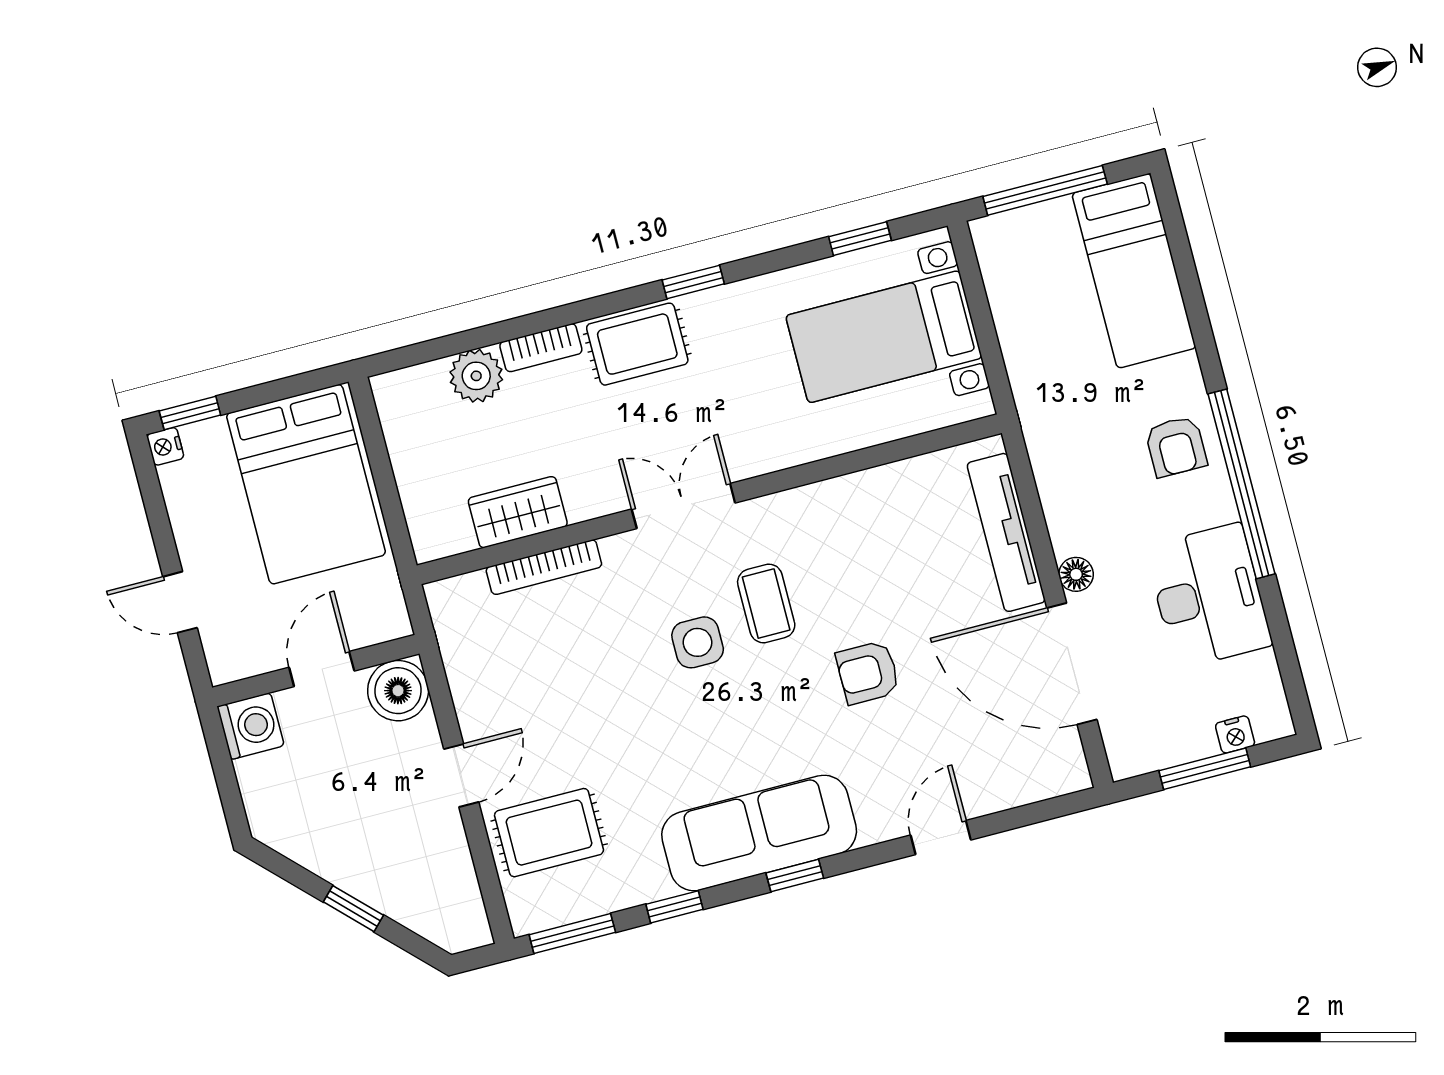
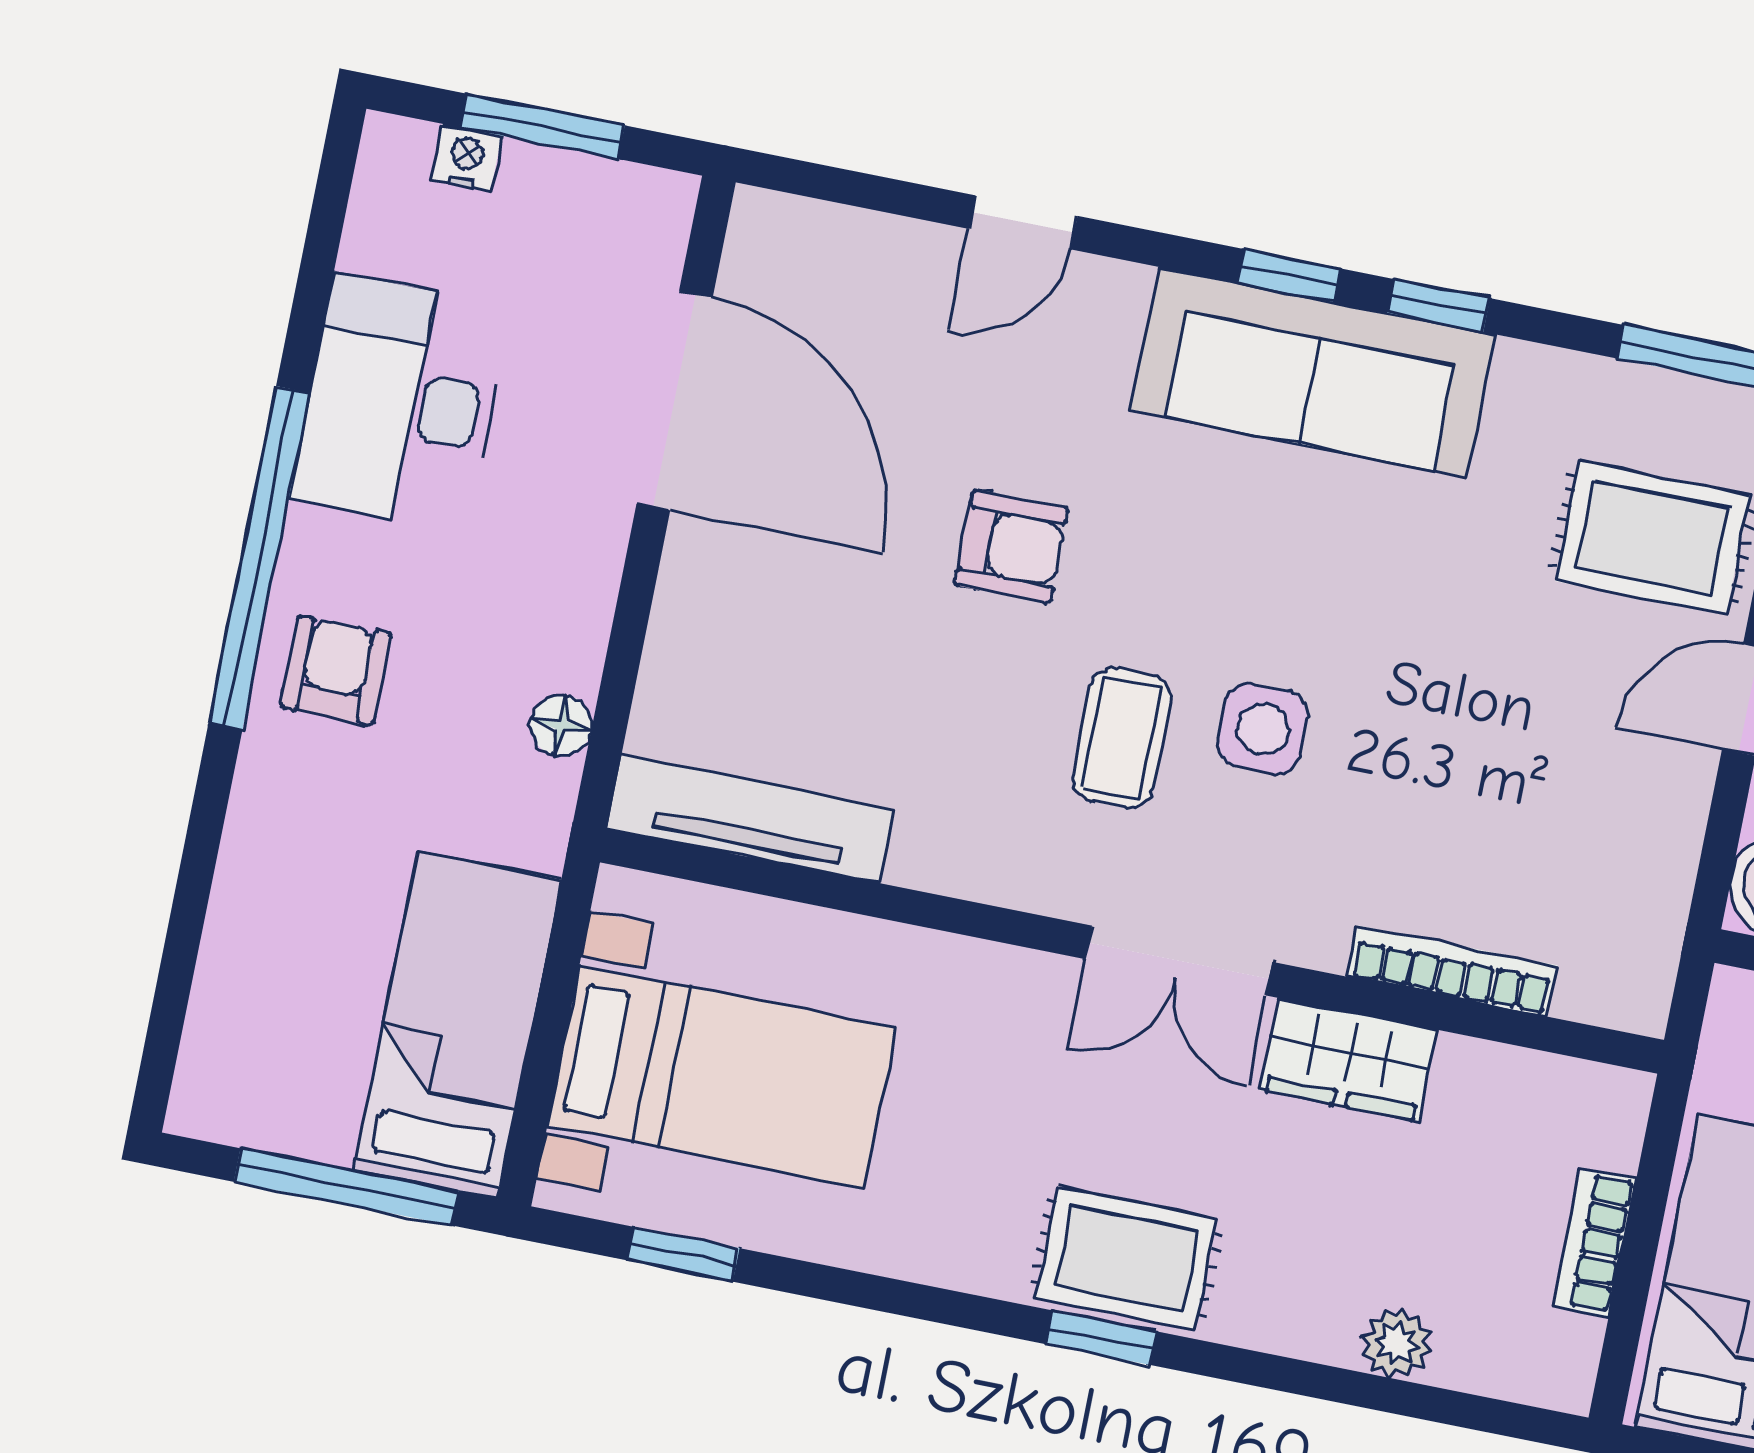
bed: (1134, 271) -> (458, 1025), moved
window: (693, 282) -> (1101, 1338), moved
bookcase: (541, 348) -> (1595, 1242), moved, turned -90
plant: (476, 376) -> (1396, 1344), width x0.73, depth x0.73
wardrobe: (518, 512) -> (1349, 1060), moved
tv unit: (1006, 532) -> (750, 819), moved, turned -90
floor lamp: (1076, 574) -> (561, 725), moved
window: (674, 907) -> (1439, 305), moved

